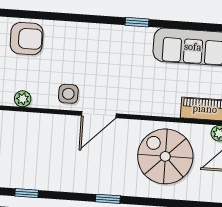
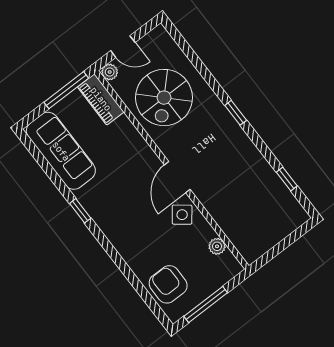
side table: (68, 94) -> (182, 215), turned 38
door: (99, 115) -> (177, 177), swing flipped

